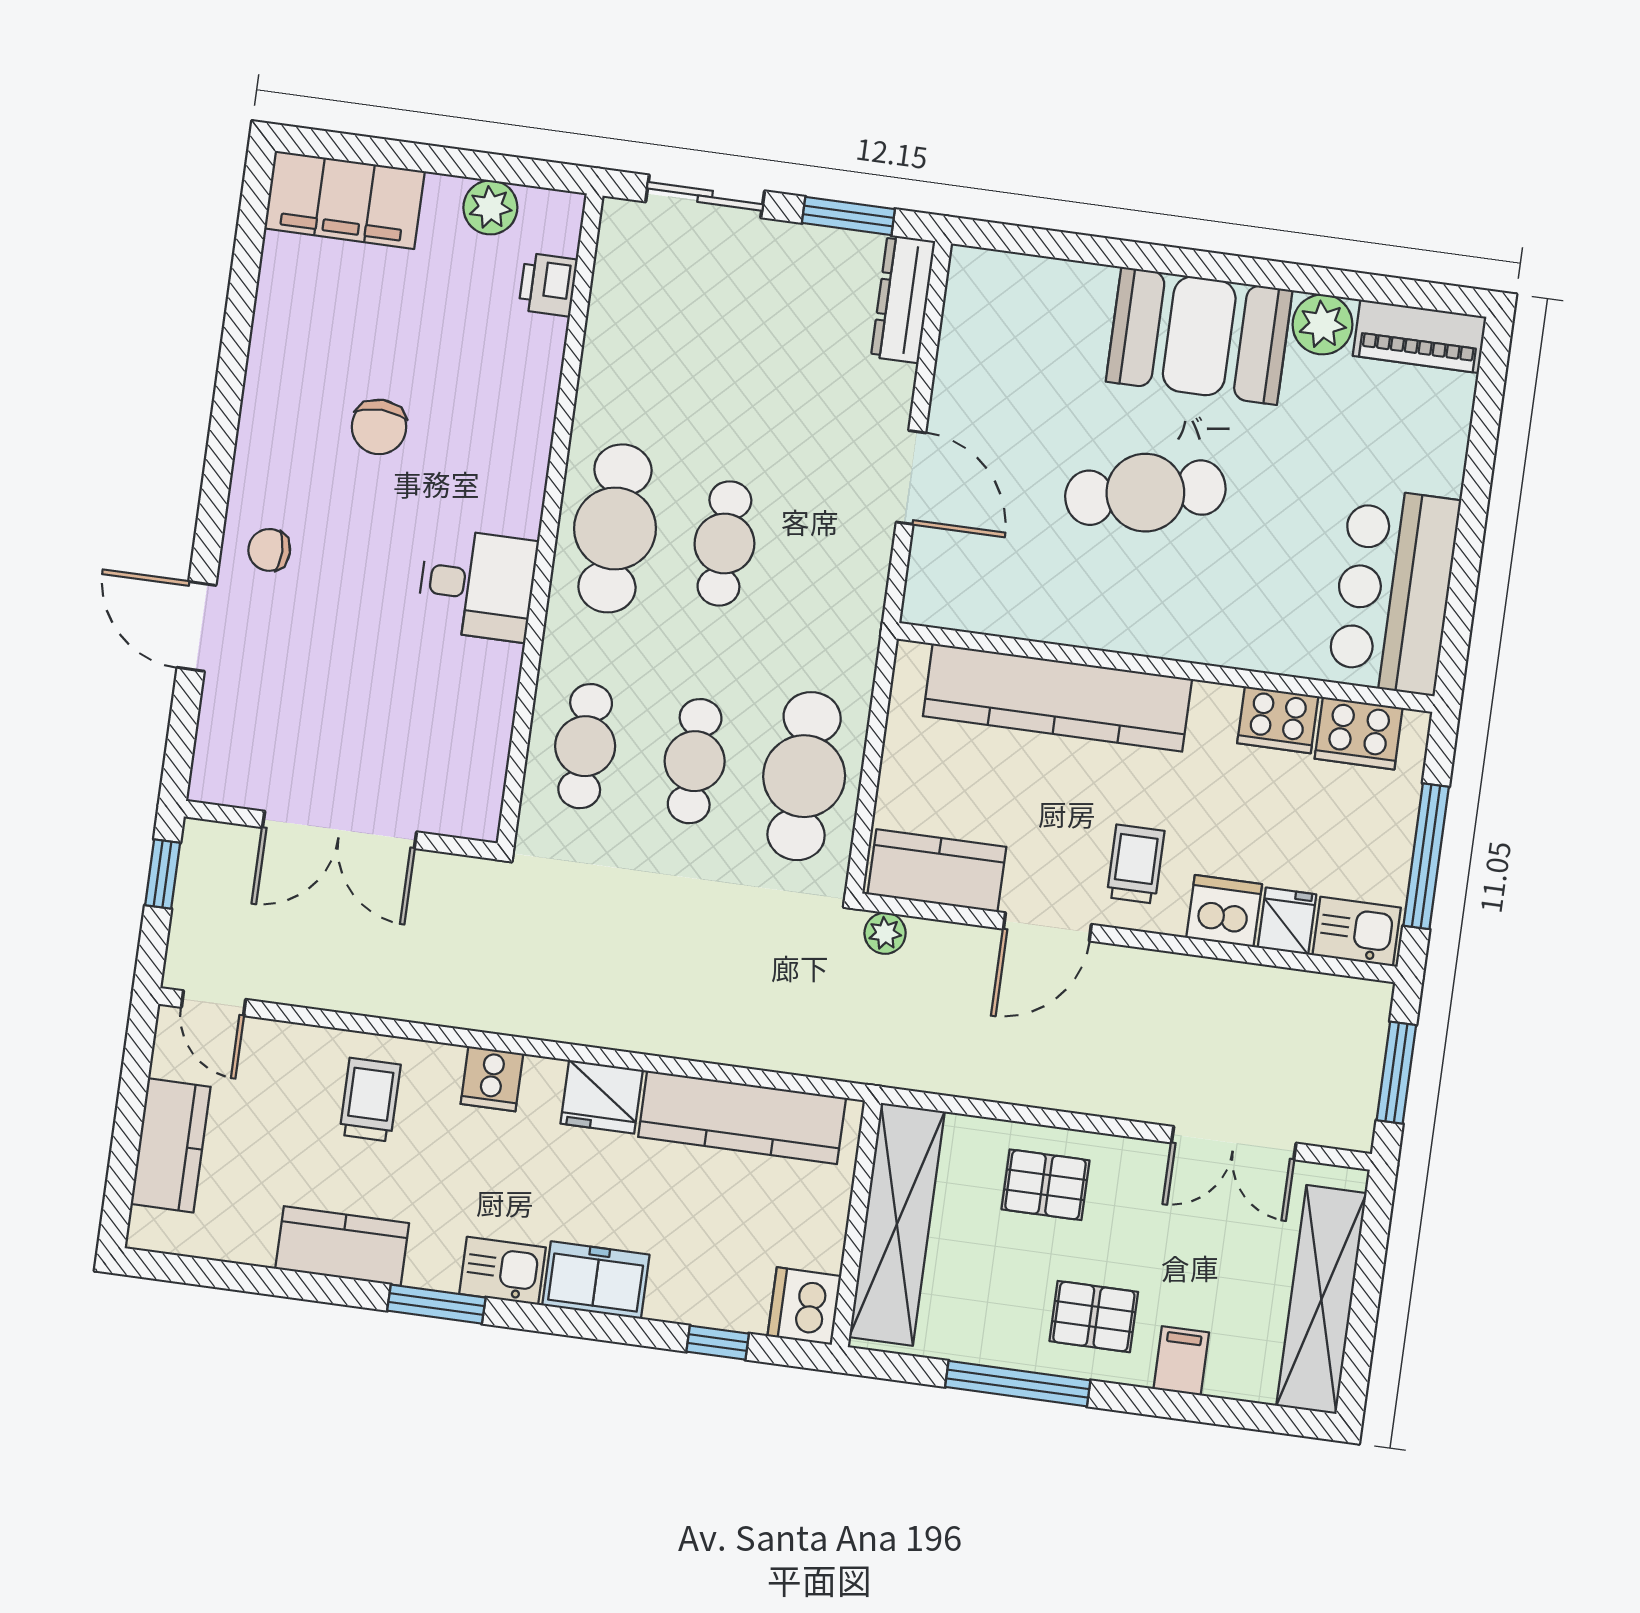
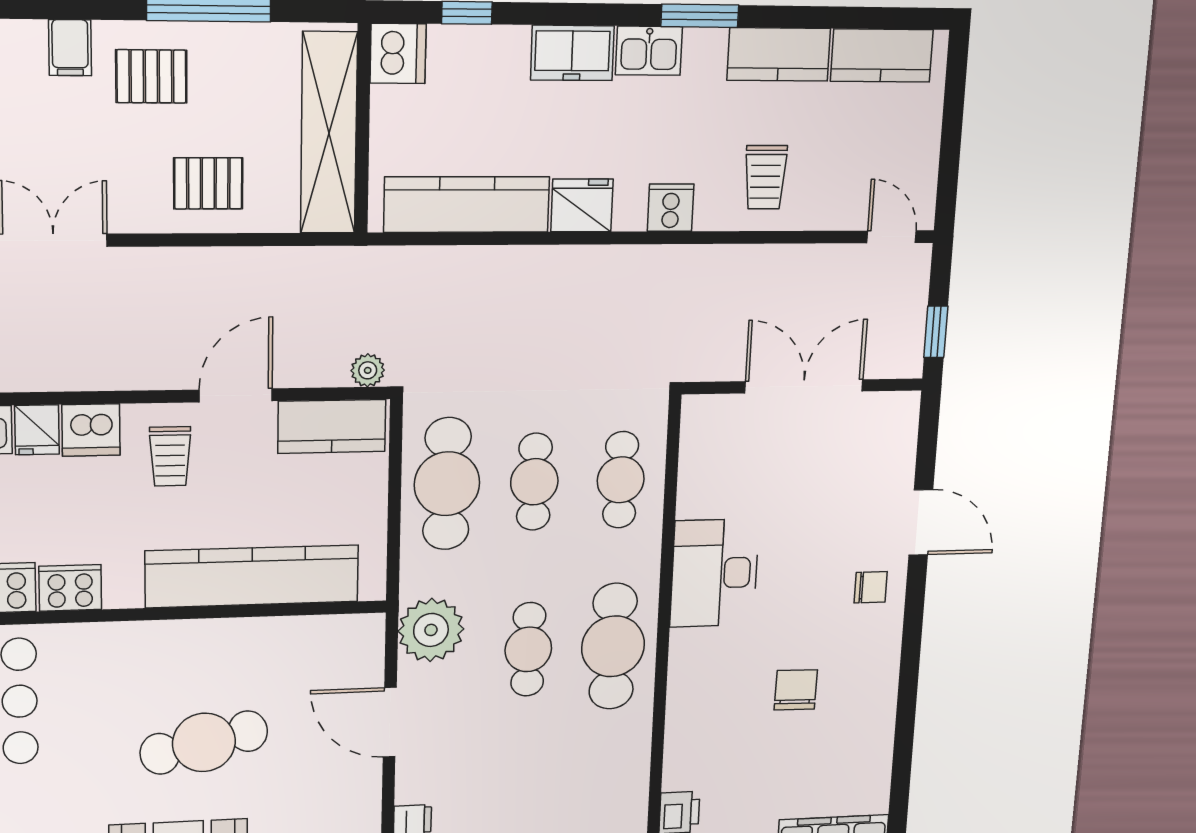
desk: (477, 585) -> (714, 573), width x1.37
plant: (845, 590) -> (431, 630), added
kitchen counter: (171, 1145) -> (882, 55), moved, turned -90

